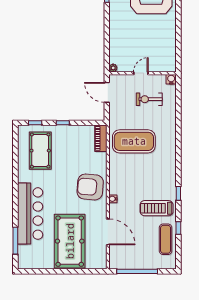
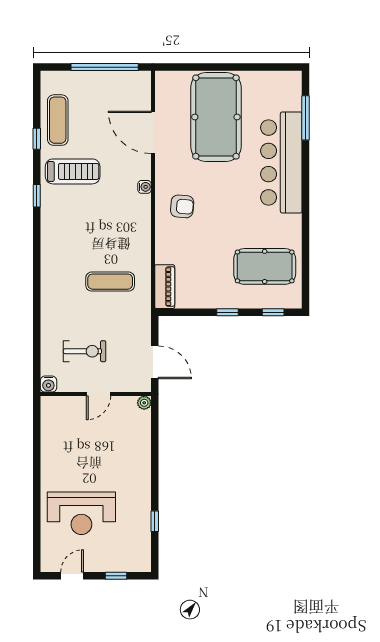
exercise mat: (134, 141) -> (110, 282), width x0.50, depth x0.69
pool table: (40, 151) -> (265, 266), turned 90
armchair: (90, 187) -> (182, 206), width x0.53, depth x0.53

